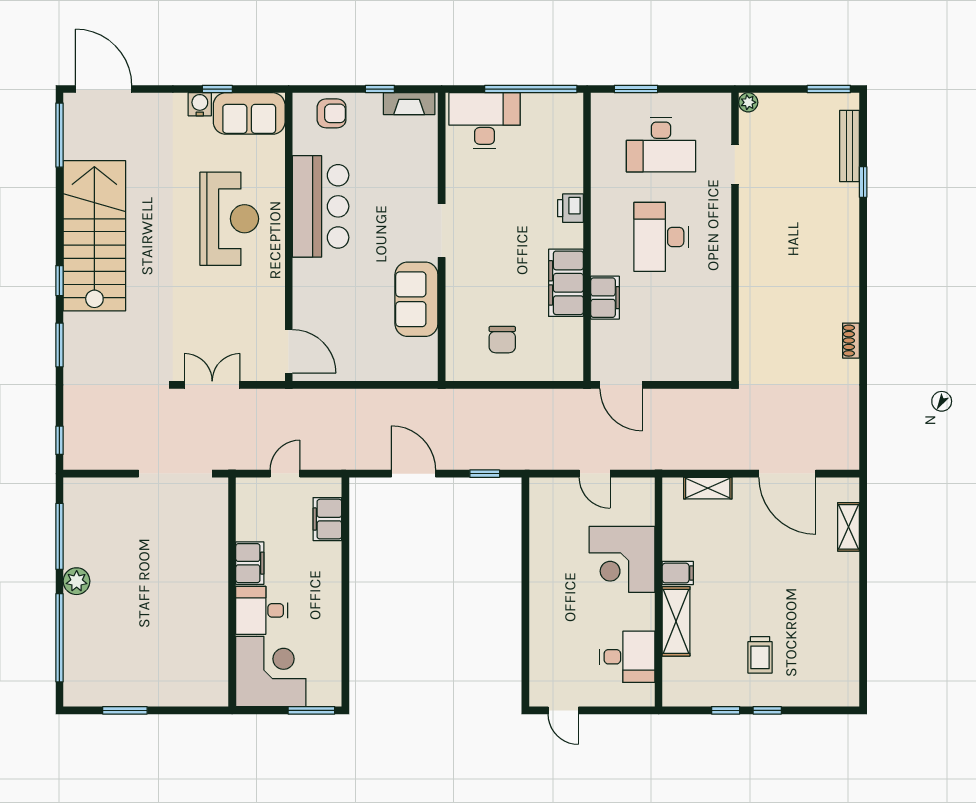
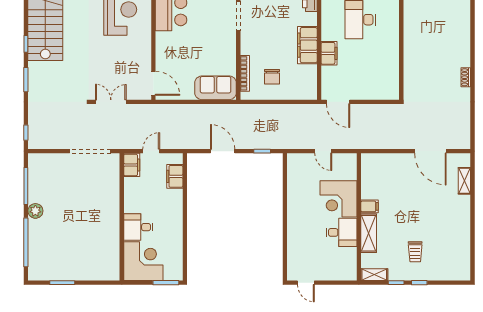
sofa: (416, 299) -> (216, 88), moved, turned 90
bookcase: (454, 334) -> (245, 73), added
shelving: (708, 488) -> (374, 275), moved
filing cabinet: (250, 563) -> (132, 165), moved
desk: (627, 657) -> (341, 232), moved

